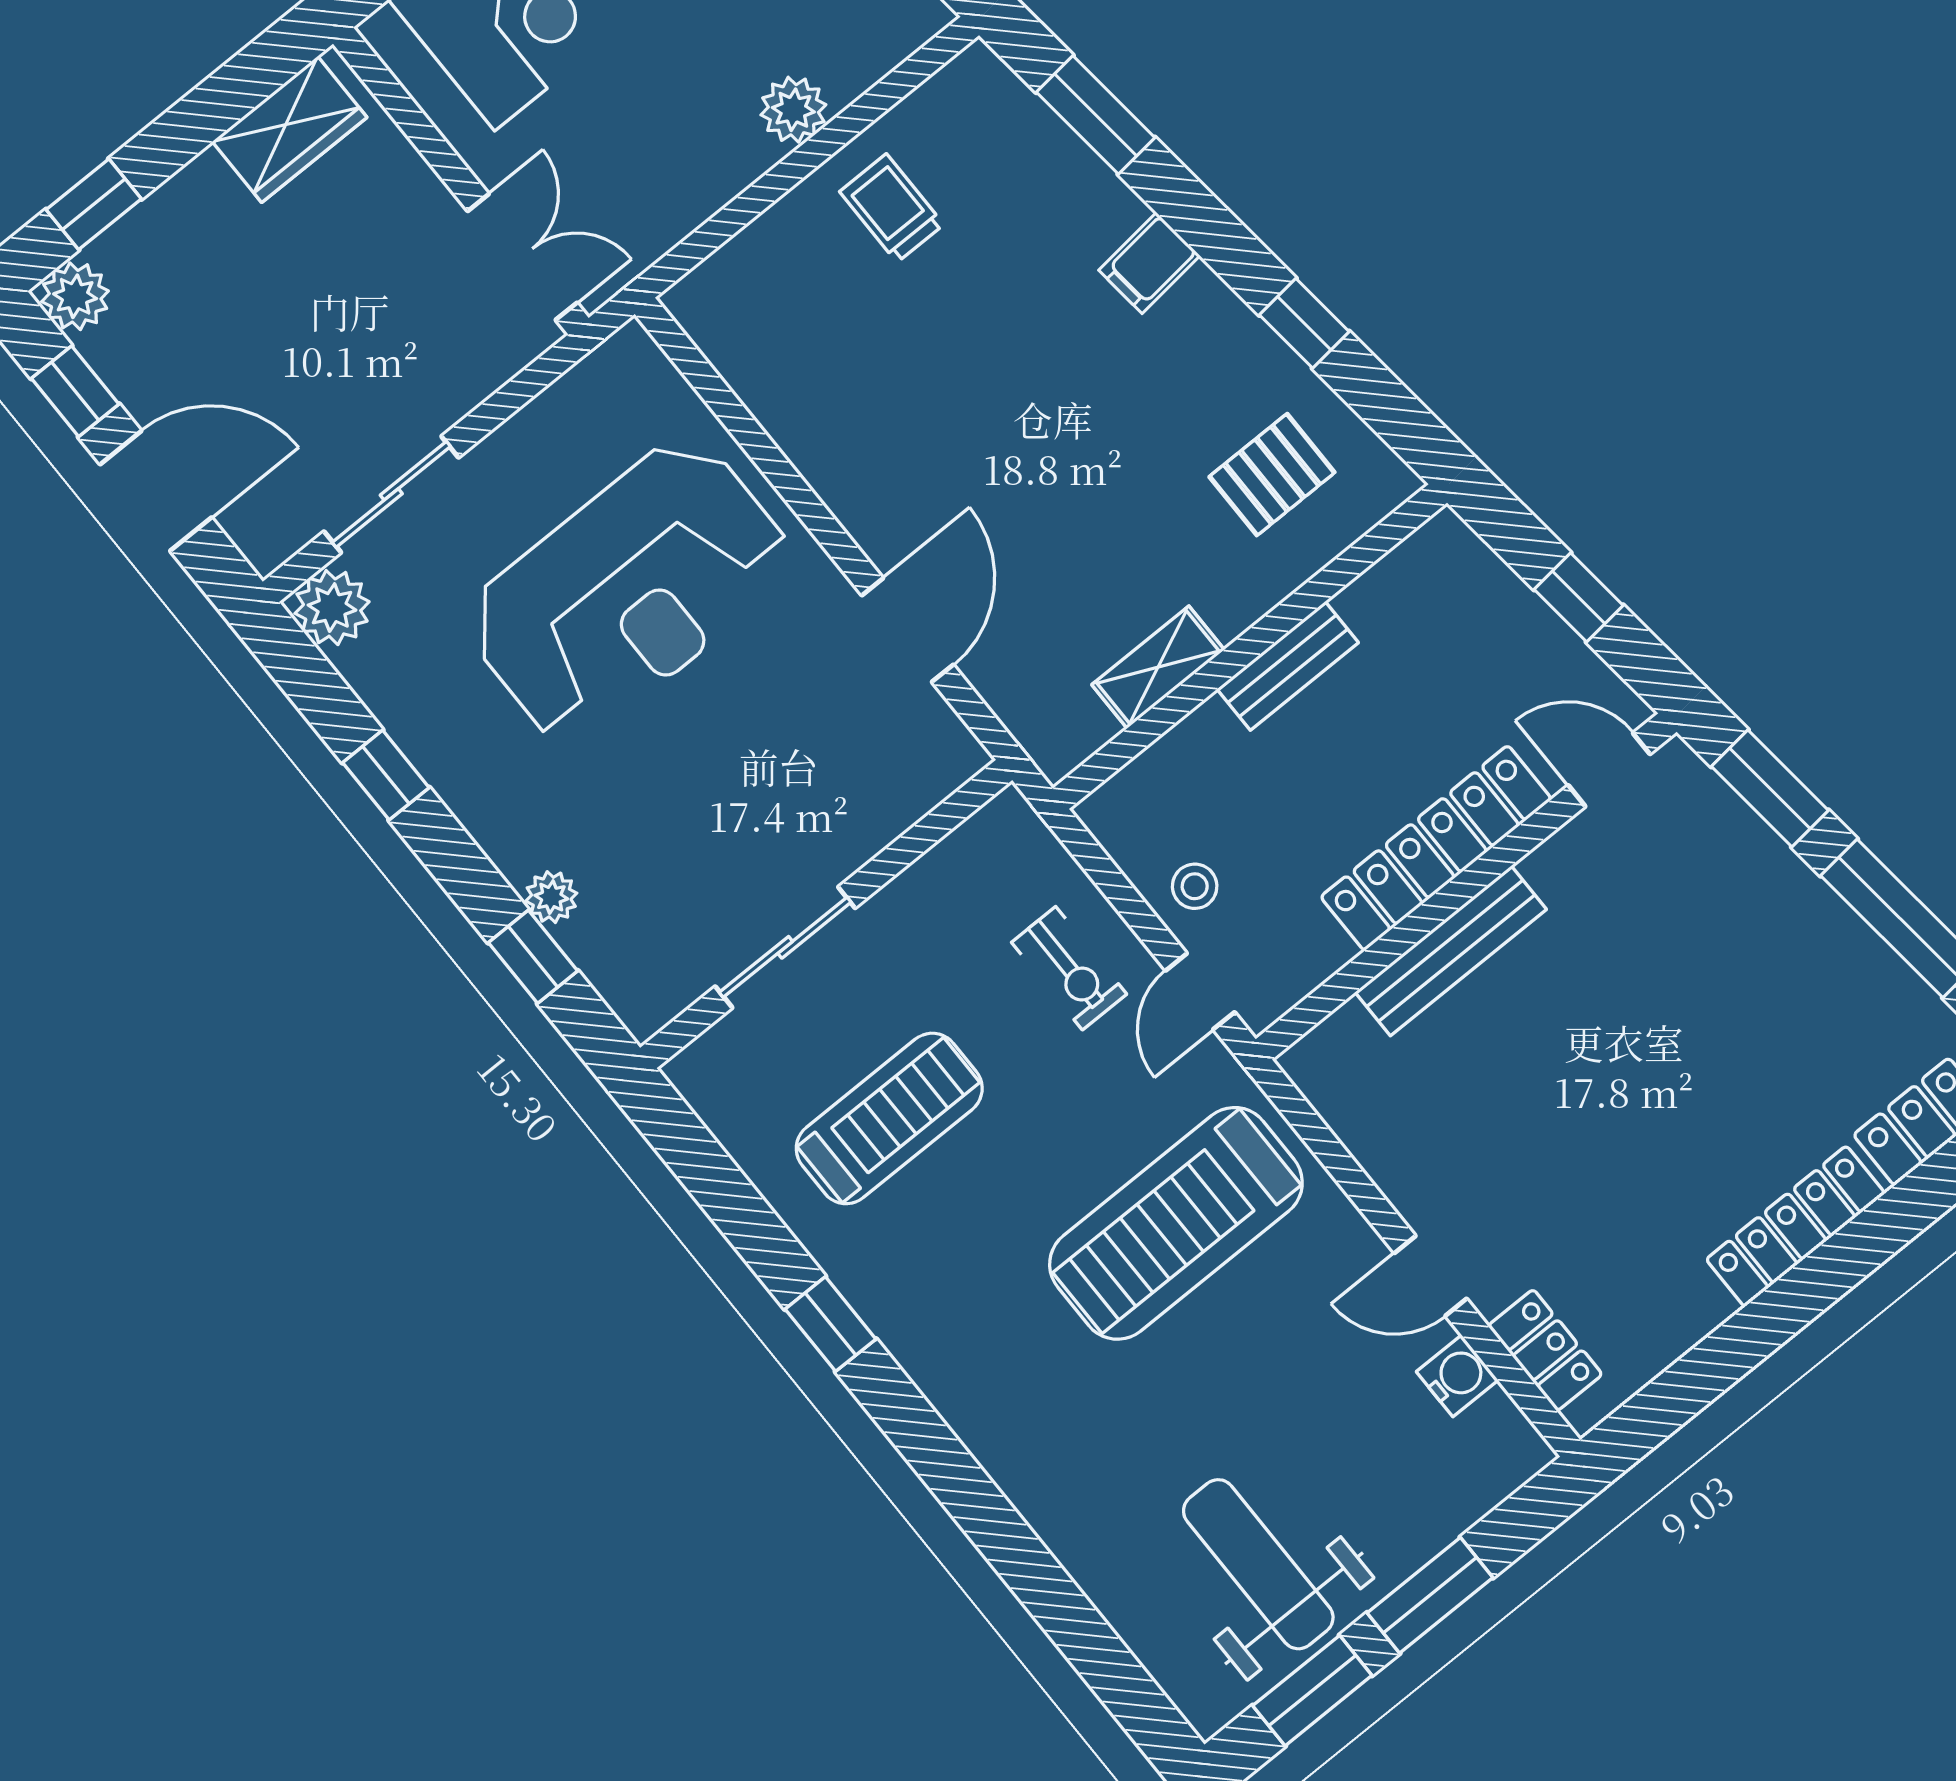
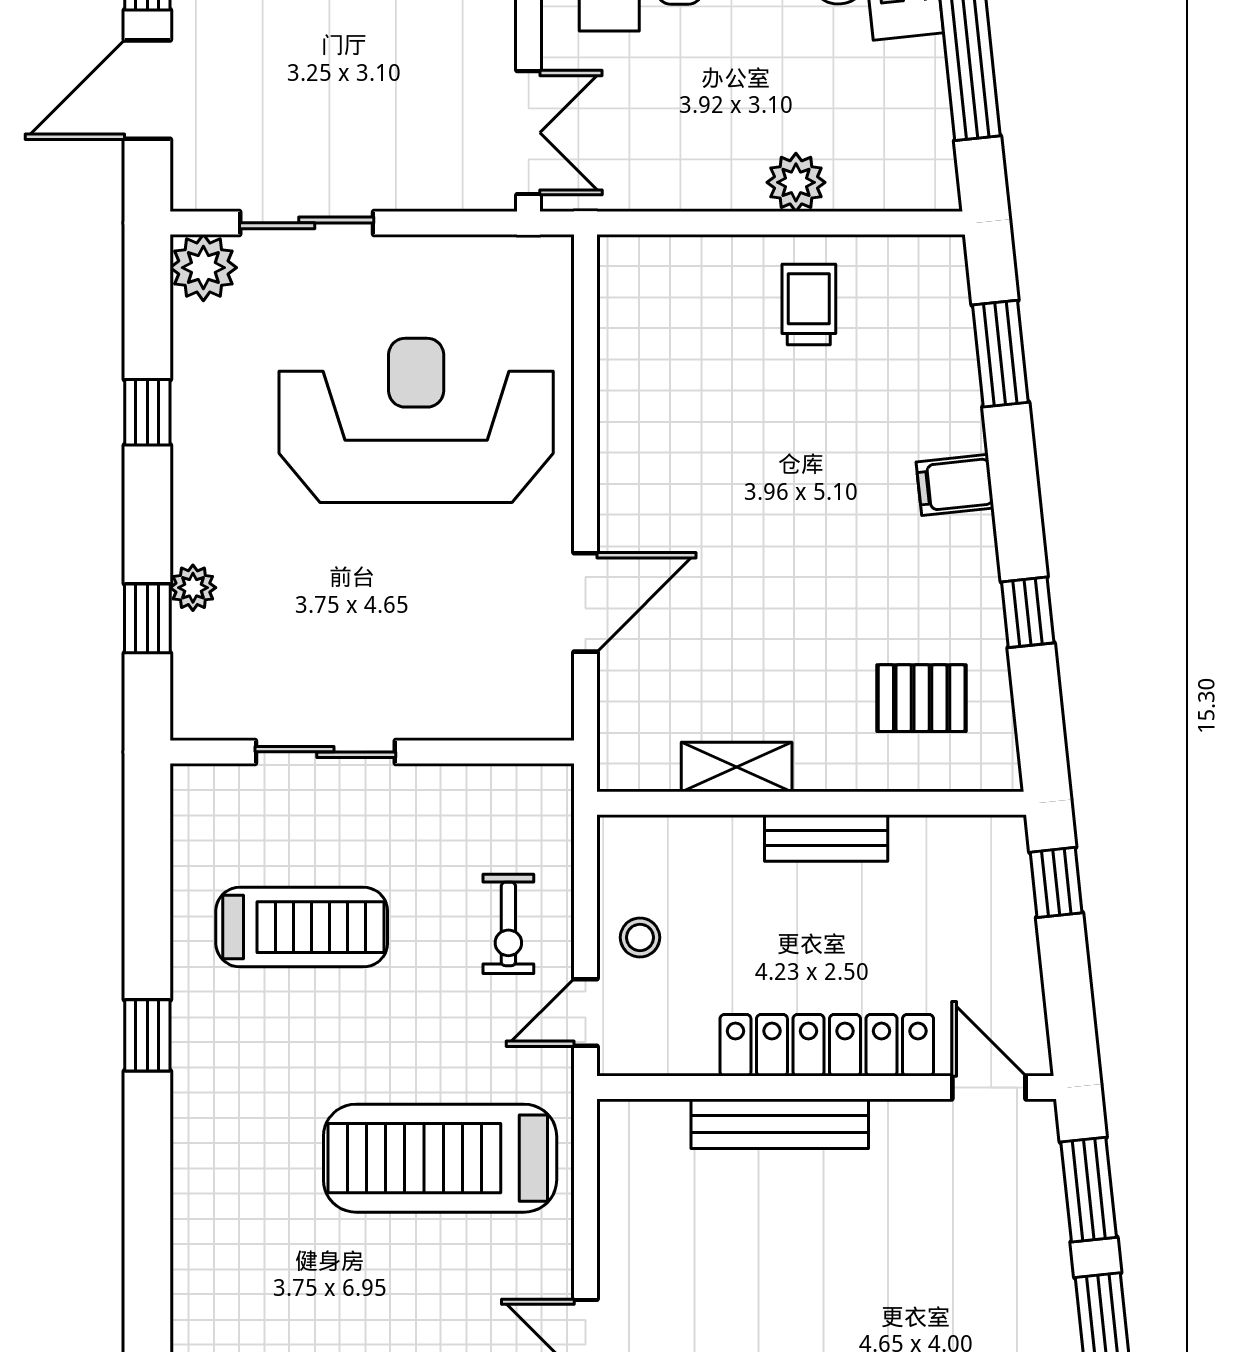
door: (156, 491) -> (147, 90), swing flipped
reception desk: (629, 590) -> (416, 420), turned 180
window: (1579, 597) -> (1056, 882), moved

